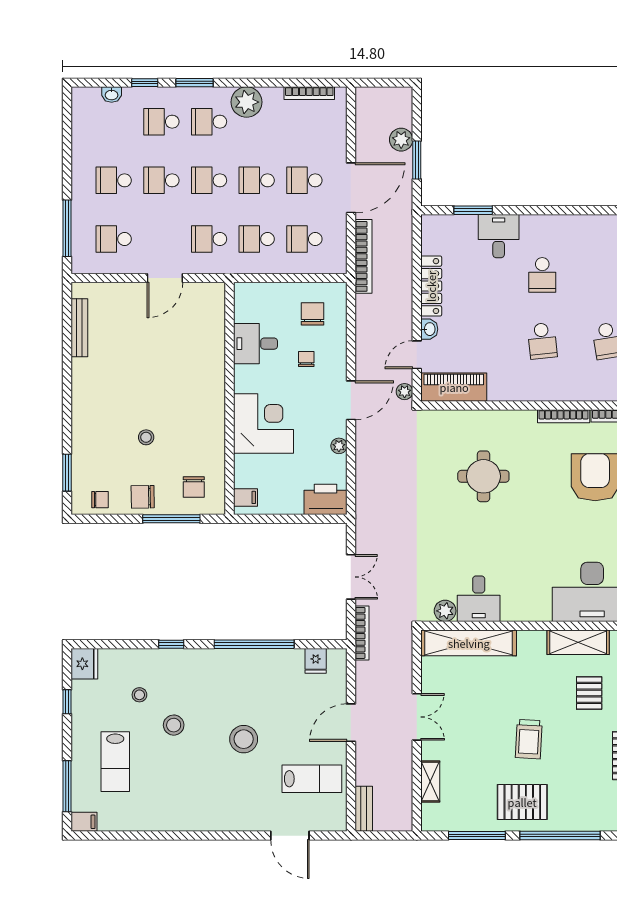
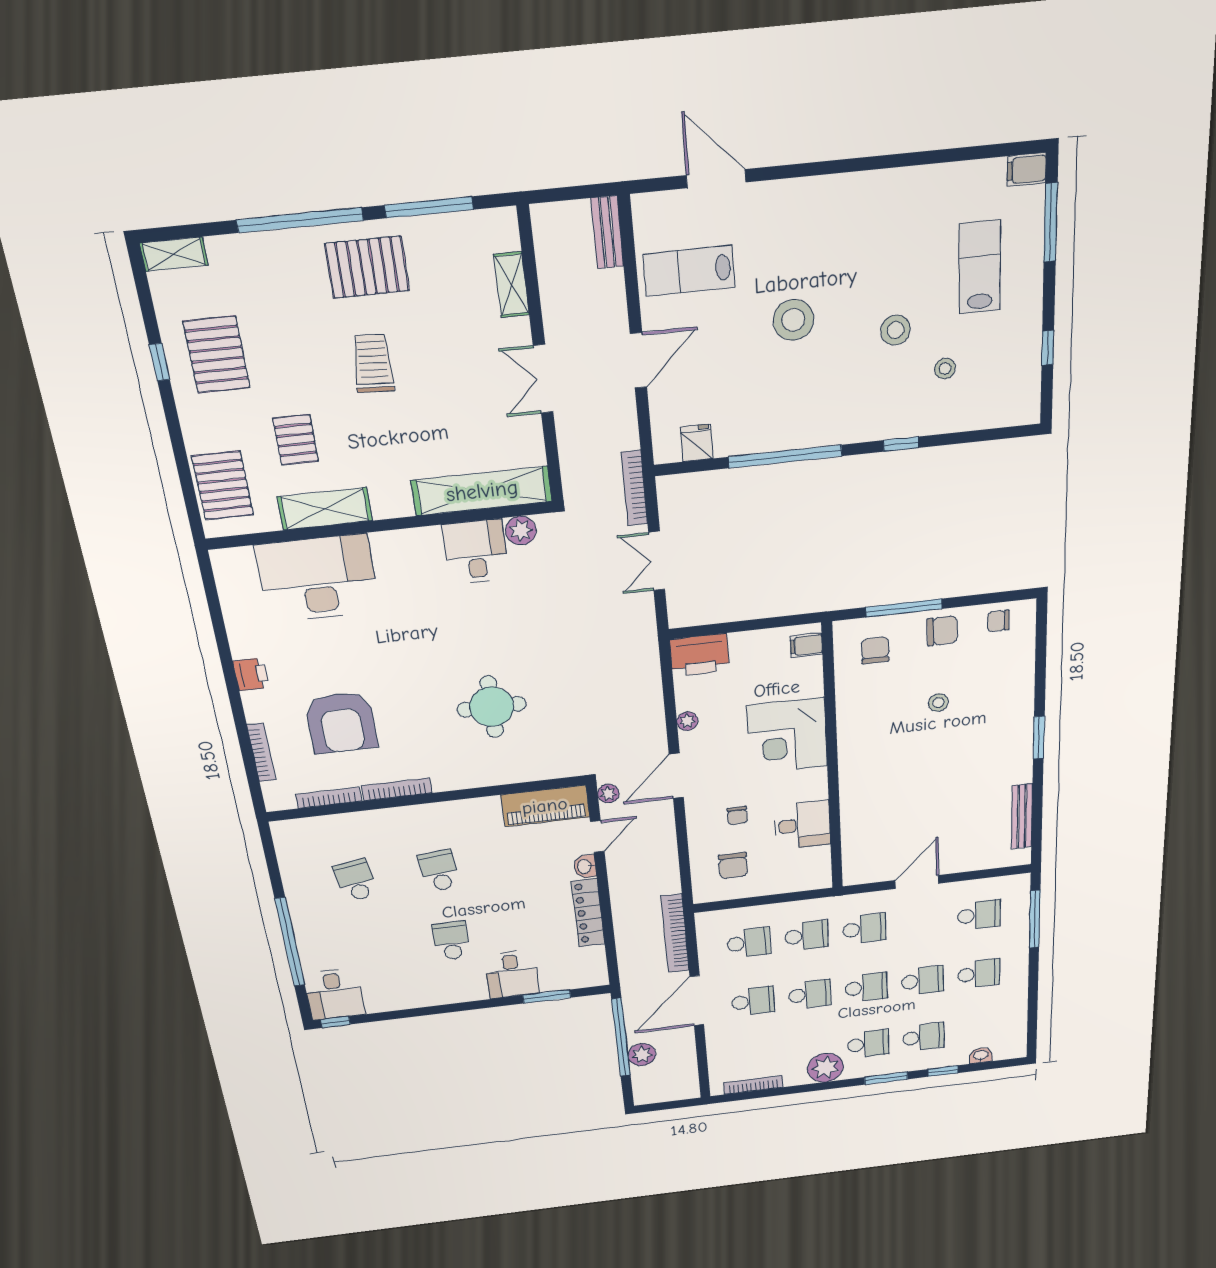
window: (417, 160) -> (621, 1037), width x2.11
window: (67, 473) -> (1039, 738), moved
fridge: (84, 664) -> (1022, 404), removed

